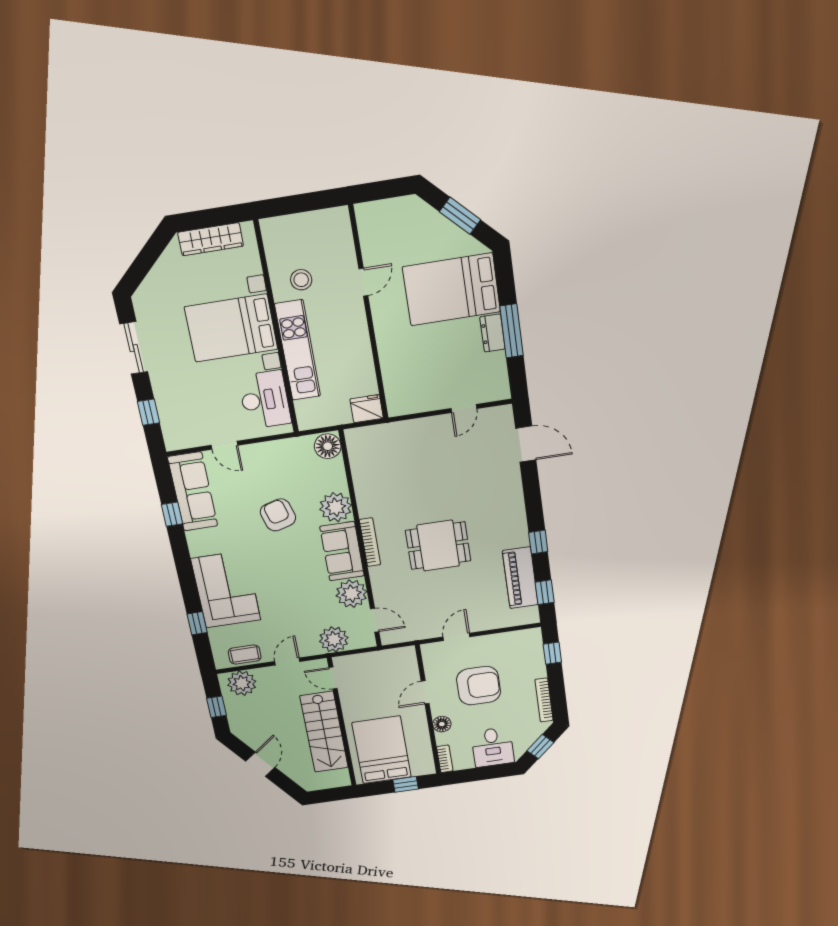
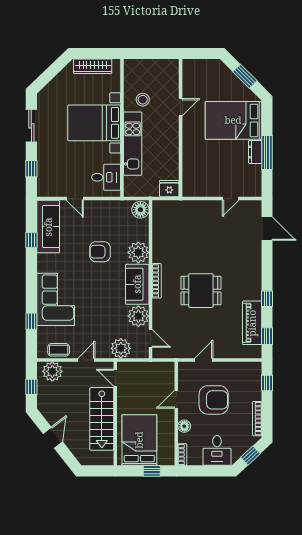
desk: (265, 400) -> (106, 177), width x0.73
armchair: (278, 515) -> (100, 252), turned -74

